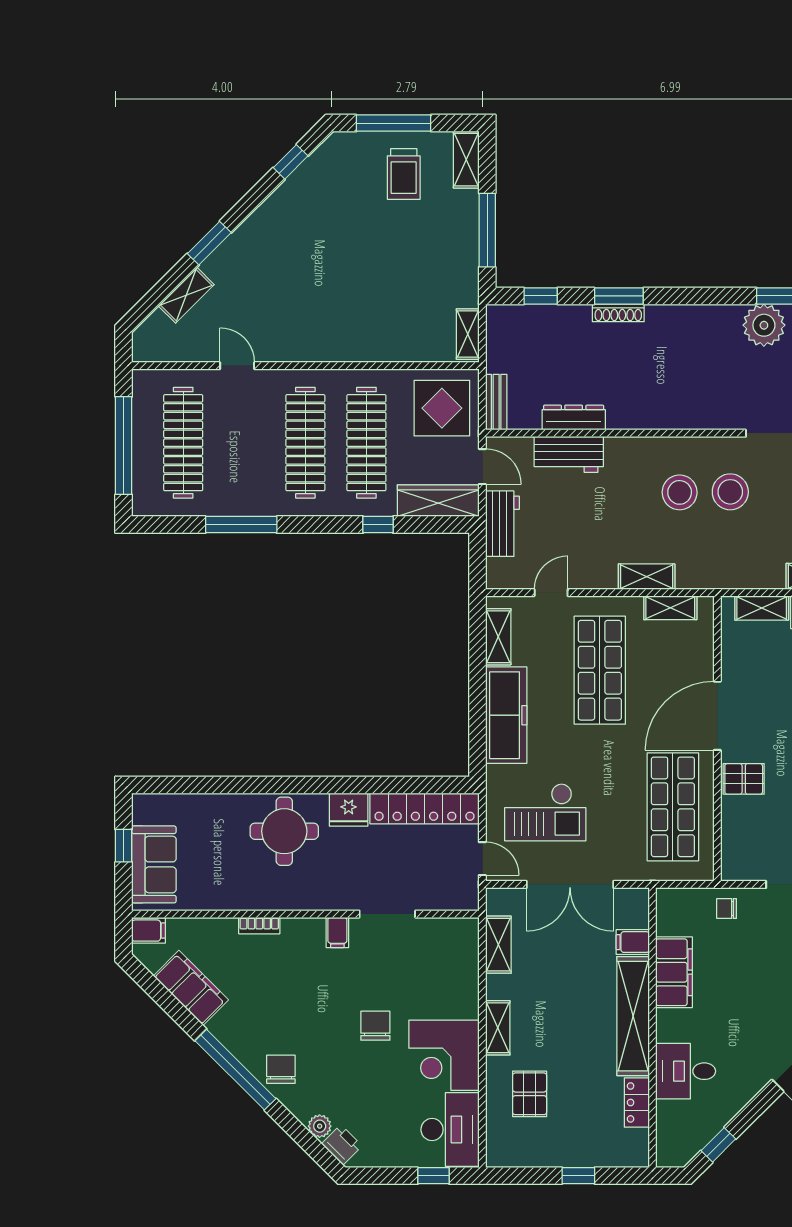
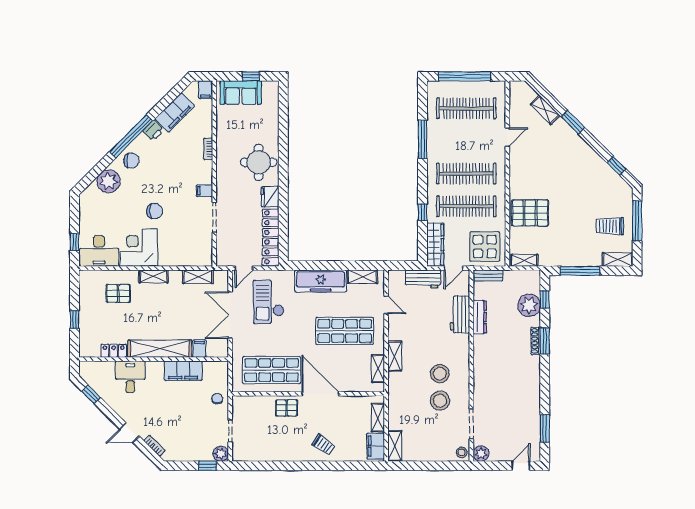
pallet: (379, 323) -> (530, 213), added
plant: (764, 325) -> (529, 305), moved
pallet: (744, 779) -> (287, 408), turned 90
plant: (320, 1126) -> (109, 181), width x1.88, depth x1.88
printer: (342, 1145) -> (153, 131), moved

